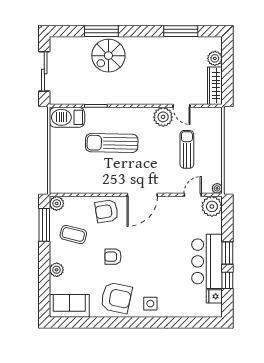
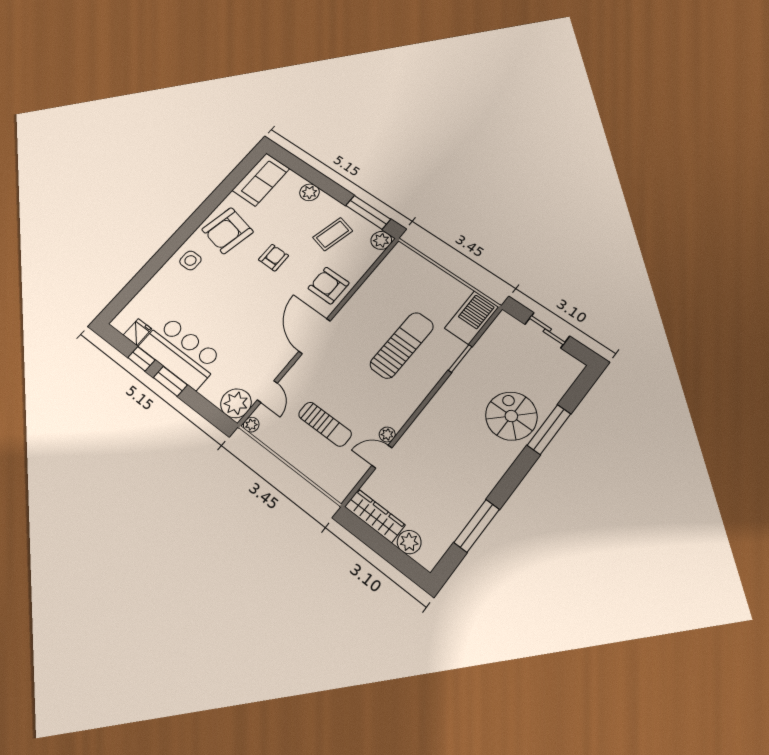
sliding door: (44, 71) -> (547, 330), width x0.73
plant: (163, 117) -> (387, 434), width x0.53, depth x0.53
armchair: (107, 211) -> (329, 286), turned -81

